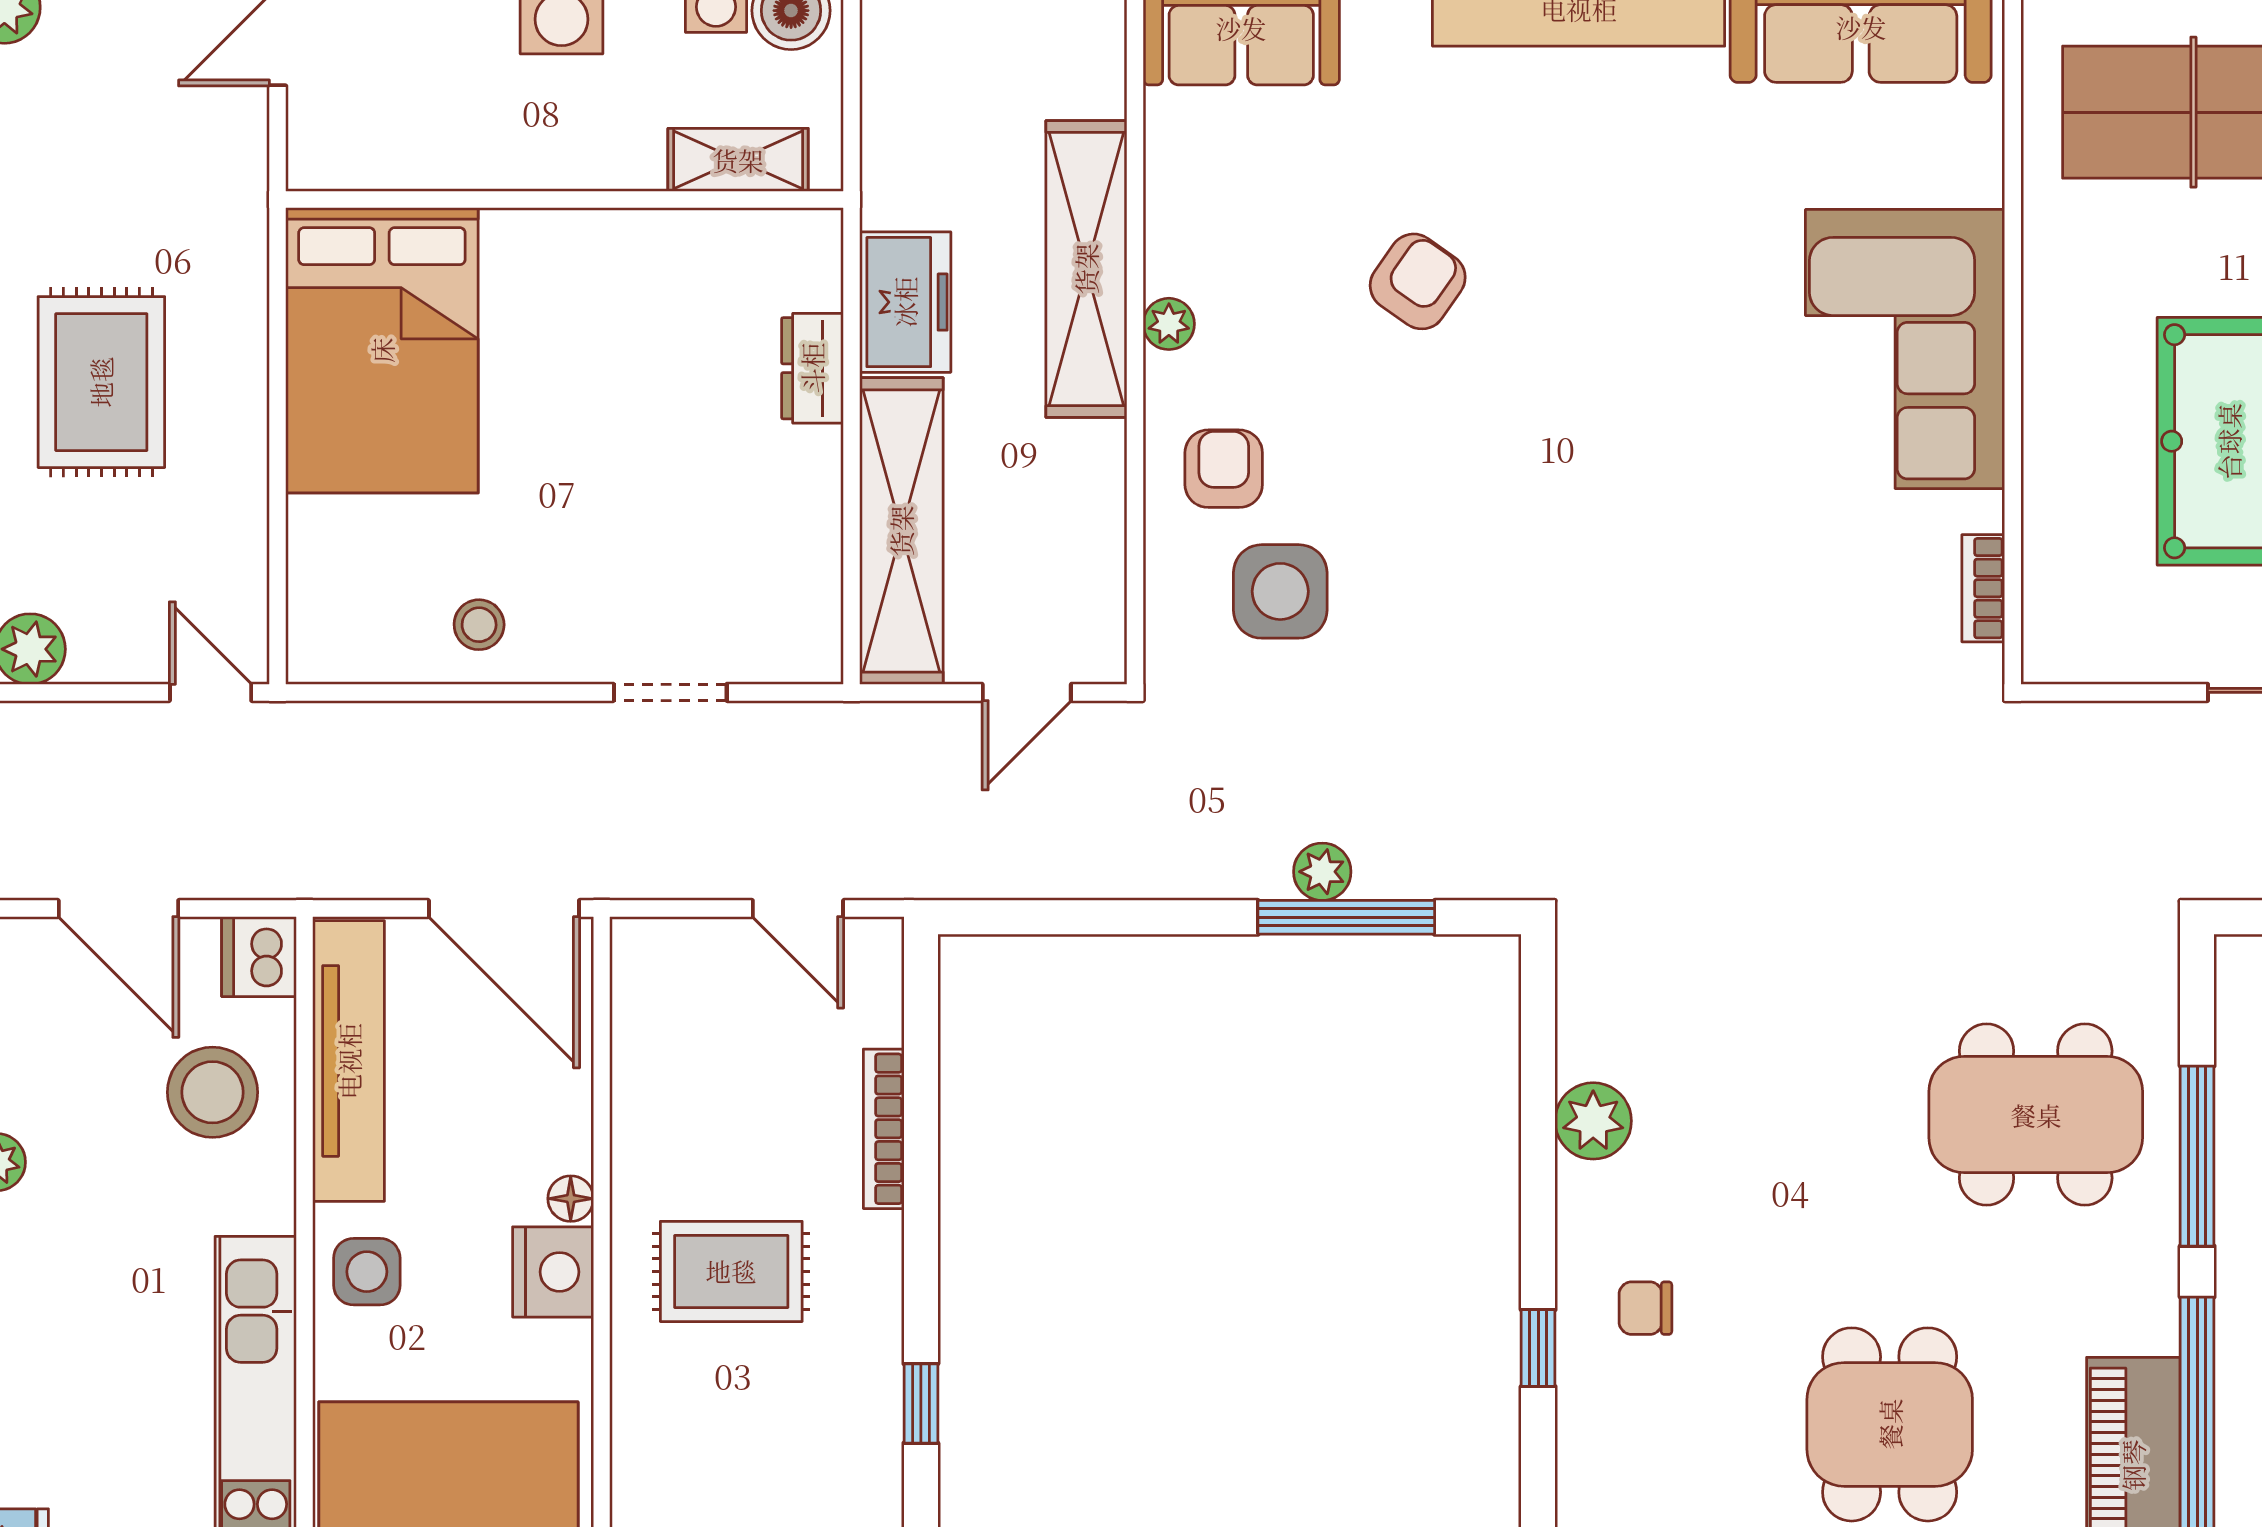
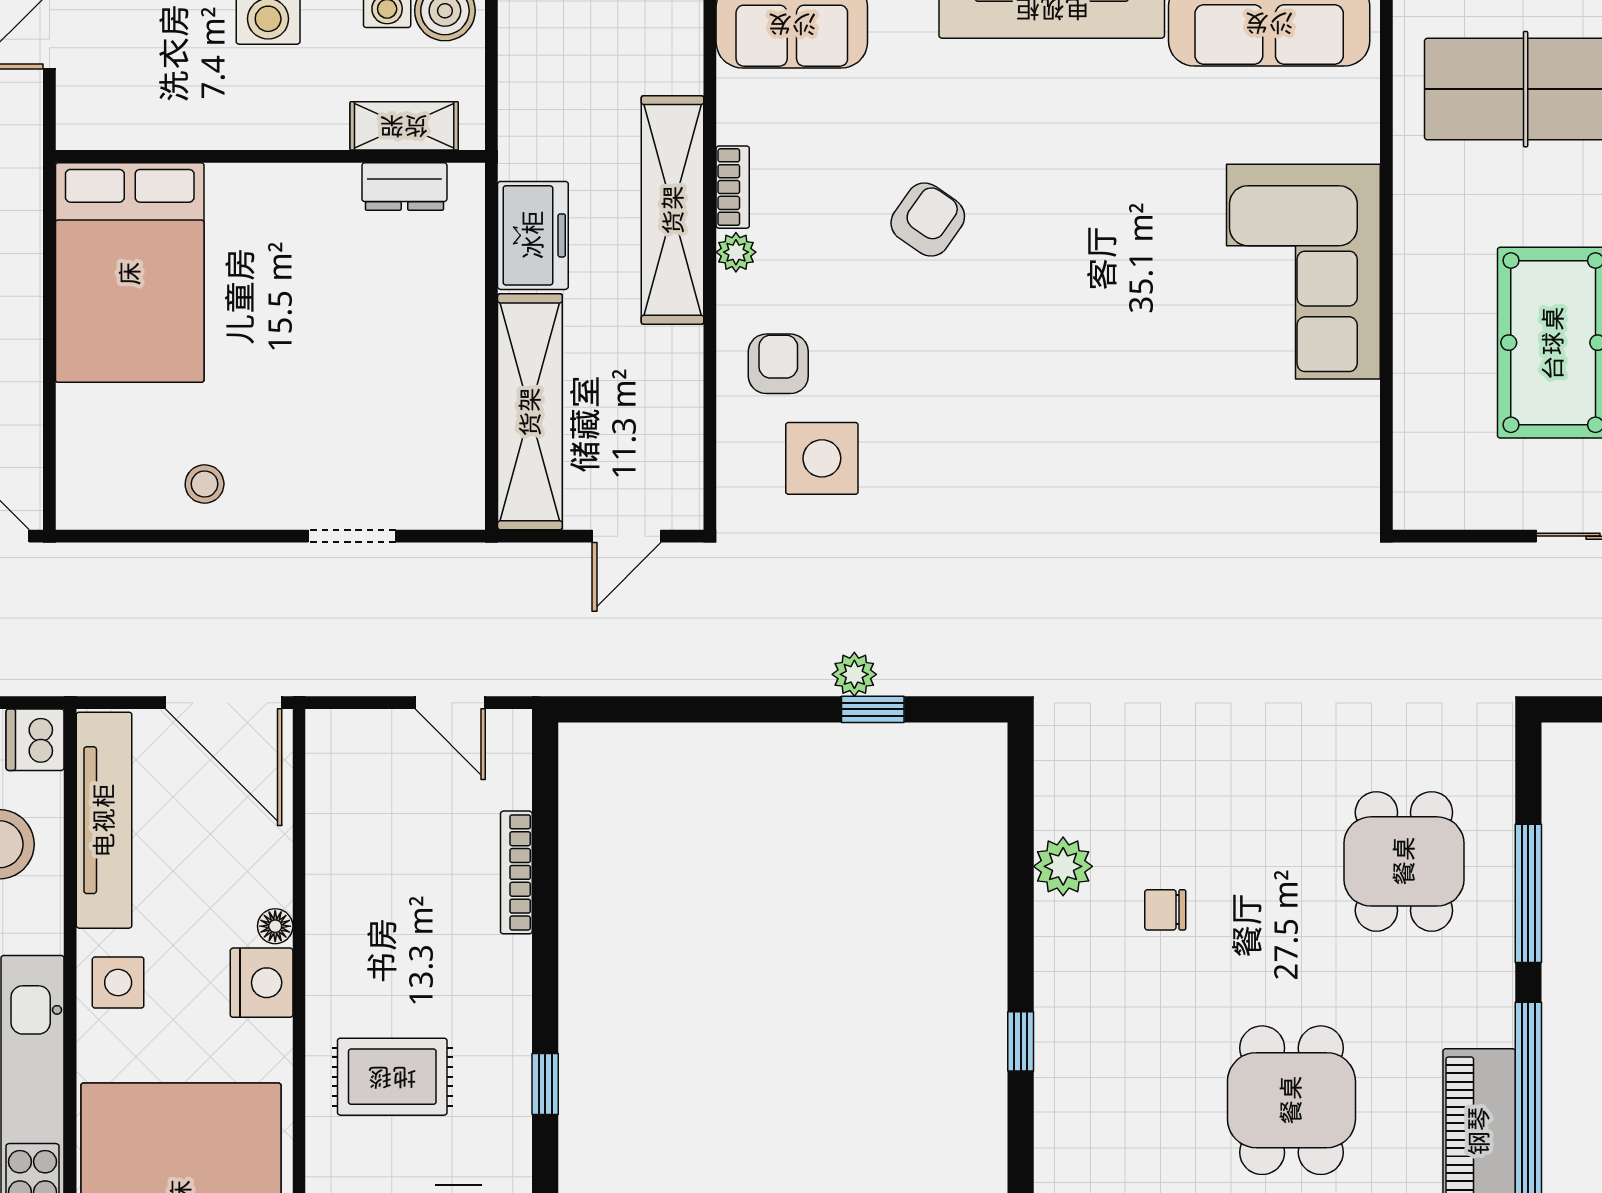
dresser: (812, 368) -> (404, 187), moved, turned -90
bookcase: (1983, 588) -> (733, 187), moved, turned 180
window: (1346, 917) -> (873, 709), width x0.46
dining table: (2036, 1115) -> (1404, 861), width x0.73
rug: (731, 1271) -> (392, 1077), moved
chair: (1645, 1308) -> (1165, 910), moved

